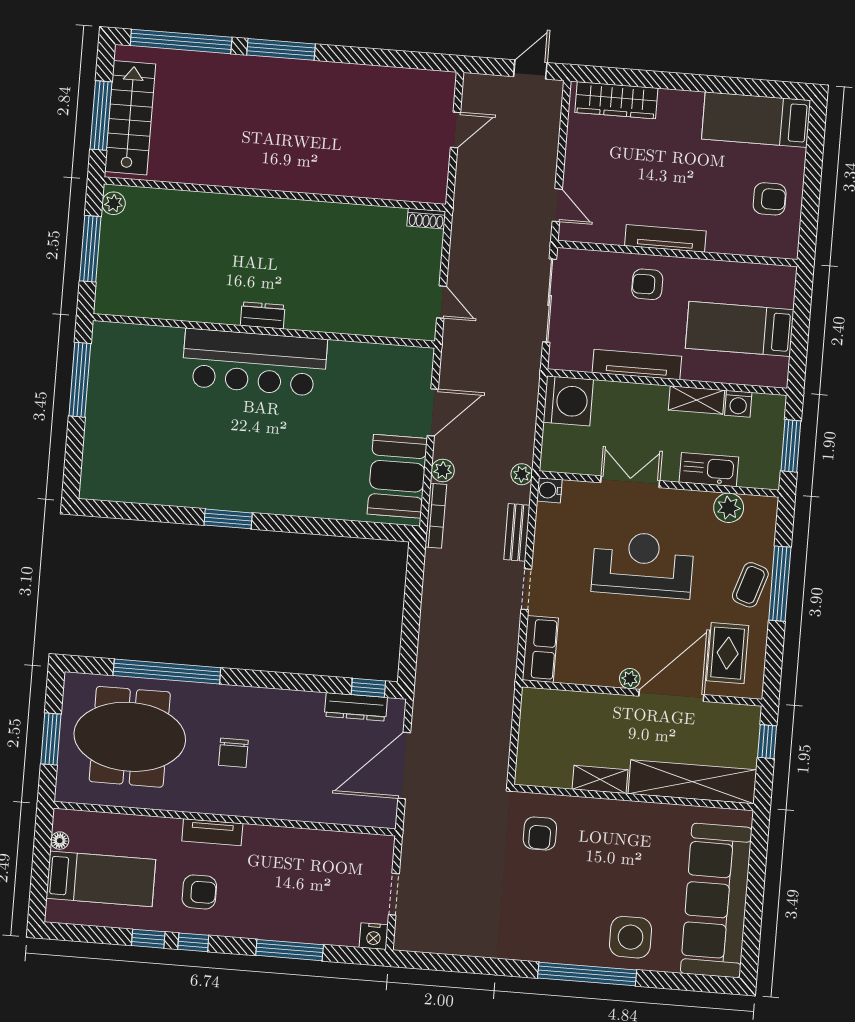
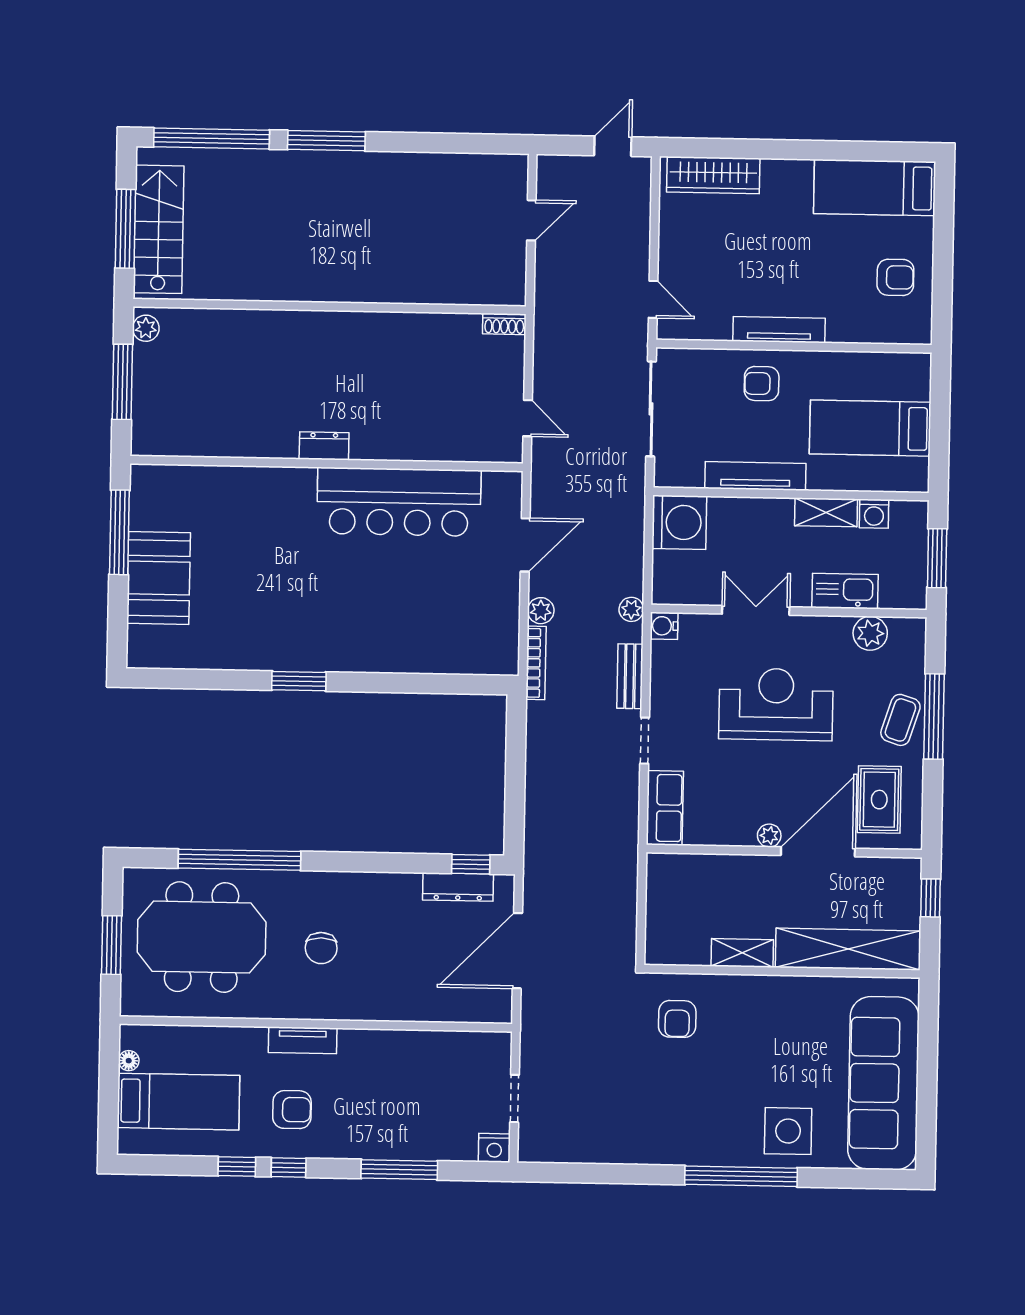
bar counter: (254, 362) -> (399, 502), moved
booth: (397, 476) -> (159, 578), moved

